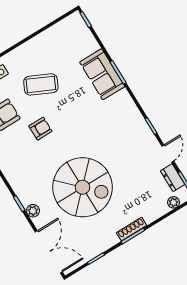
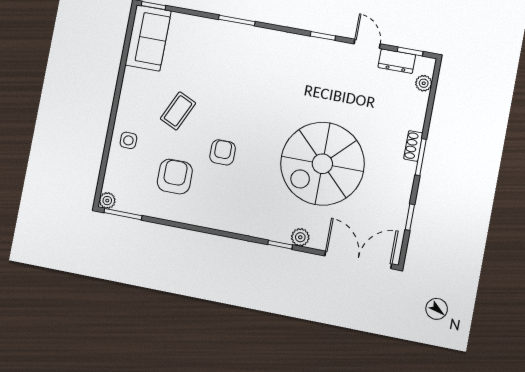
sofa: (102, 74) -> (148, 38), moved, turned -90
coffee table: (41, 84) -> (178, 111), width x0.73, depth x0.77
spiral stairs: (82, 187) -> (322, 164), turned 180
shoe rack: (131, 229) -> (413, 146), width x0.70

